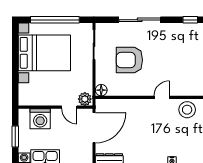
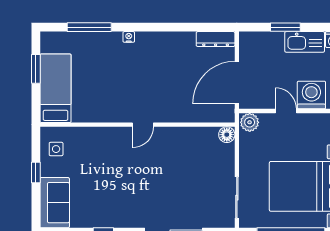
armchair: (129, 60) -> (188, 176), removed
door: (69, 107) -> (286, 111), moved
stool: (187, 110) -> (108, 108), removed

